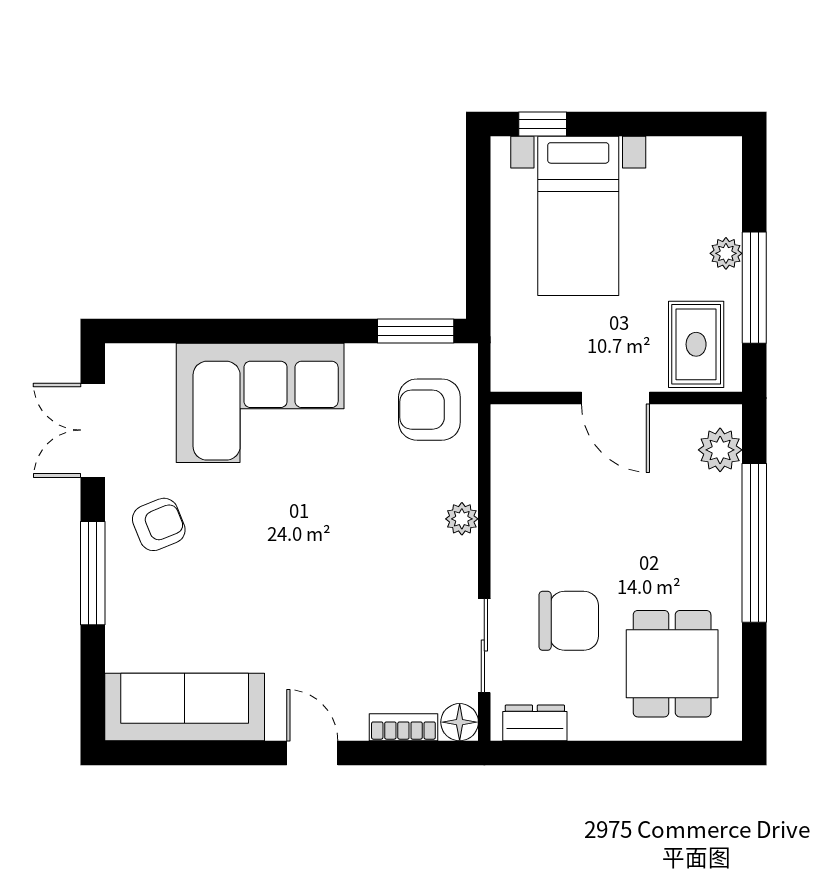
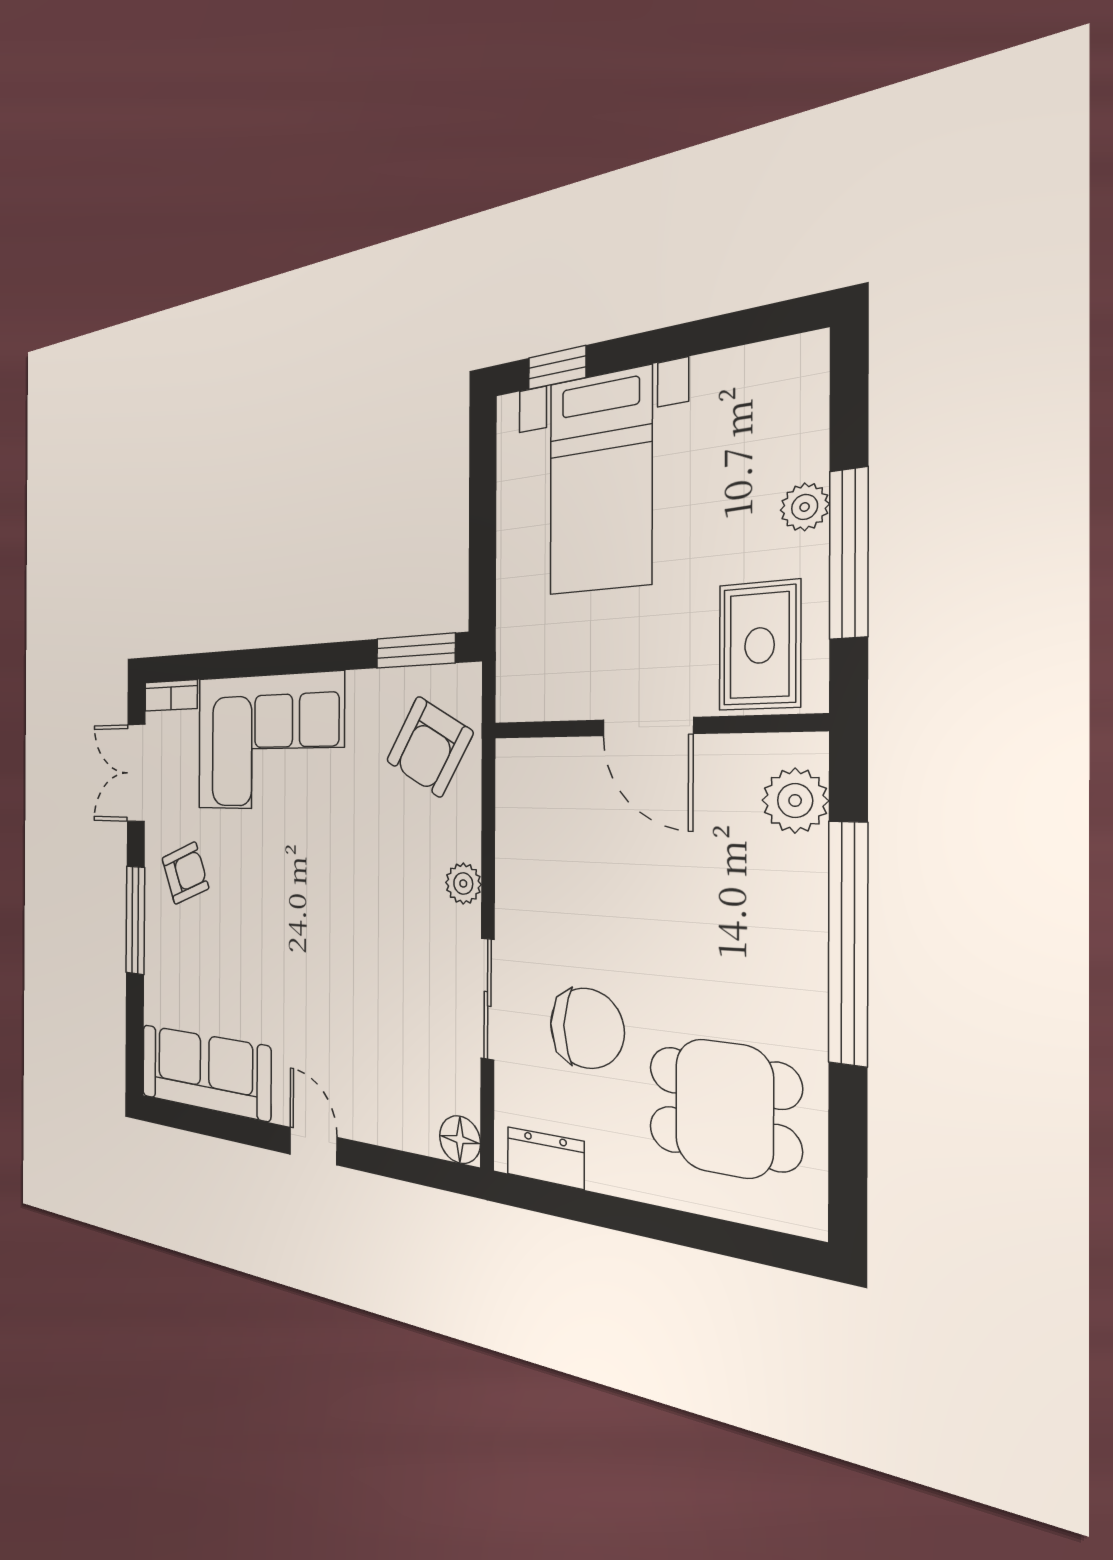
armchair: (429, 410) -> (429, 747), turned -60
sliding door: (484, 646) -> (488, 999), moved
dining table: (672, 664) -> (724, 1108), turned 90
bookcase: (403, 727) -> (171, 695), moved, turned 180

